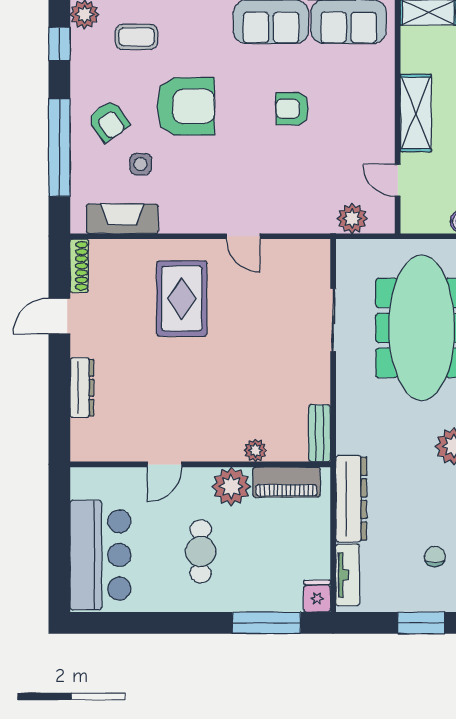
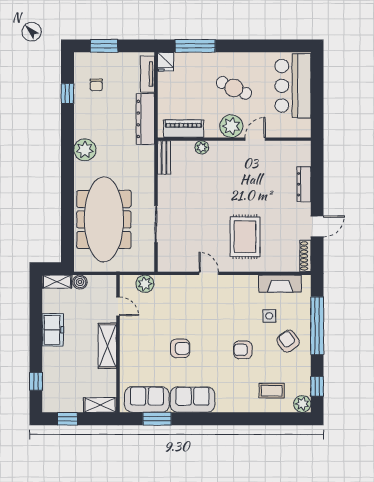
armchair: (186, 106) -> (243, 350), width x0.53, depth x0.53
plant: (231, 486) -> (231, 126), moved
cafe table: (201, 551) -> (234, 88), turned -65

